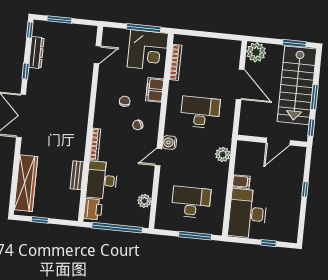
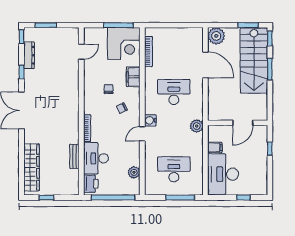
window: (311, 128) -> (270, 39), moved
wall: (272, 141) -> (238, 123), moved
door: (278, 142) -> (243, 123), moved

